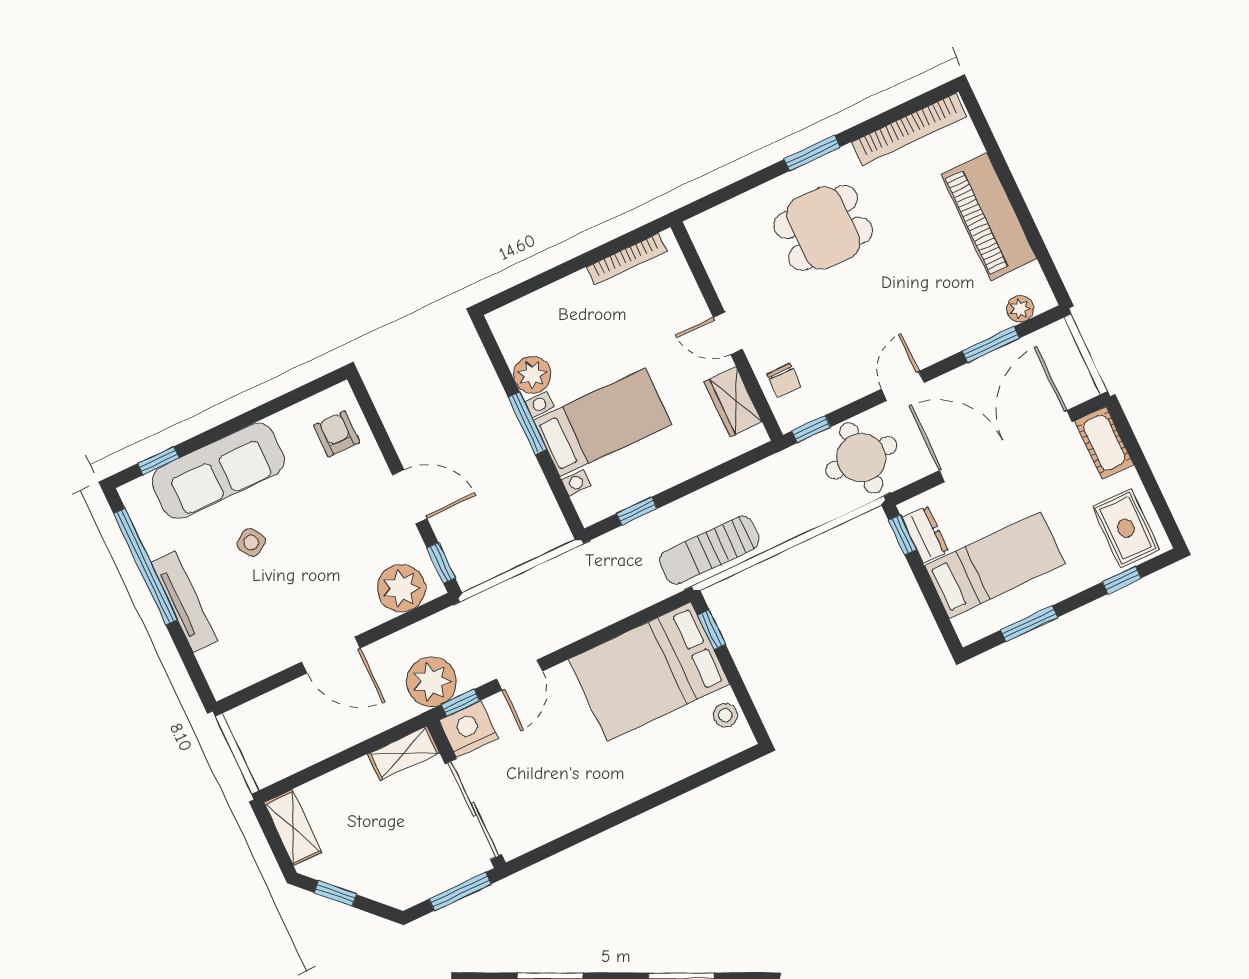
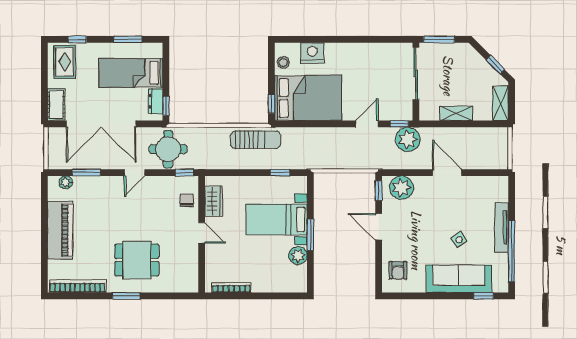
nightstand: (469, 729) -> (312, 53), moved, turned 180
shelving: (404, 753) -> (456, 113), moved

